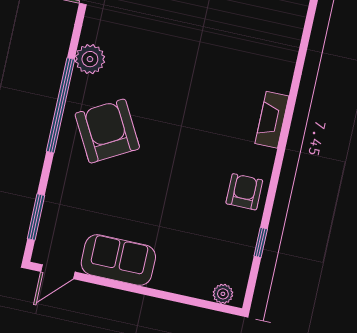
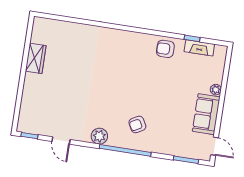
fireplace: (272, 120) -> (199, 48), moved
armchair: (107, 131) -> (137, 124), width x0.53, depth x0.53
plant: (223, 294) -> (216, 90), moved

